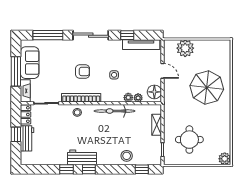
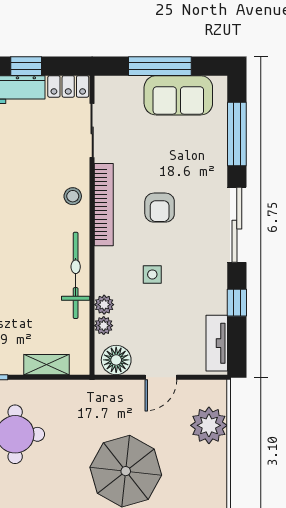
tv unit: (141, 45) -> (217, 343), width x0.71
fireplace: (25, 91) -> (118, 86), removed

